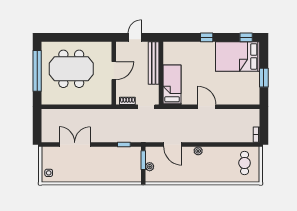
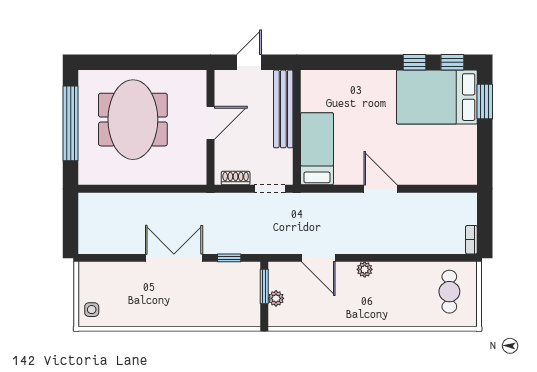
window: (207, 37) -> (414, 62), moved
meeting table: (71, 69) -> (133, 120), turned 90
window: (264, 78) -> (485, 101), moved
double door: (75, 145) -> (174, 258), moved

